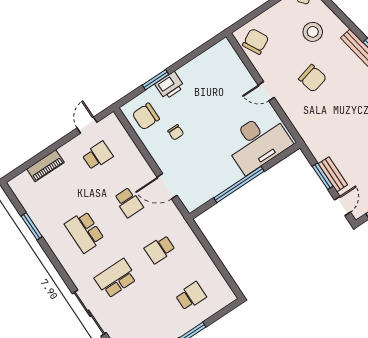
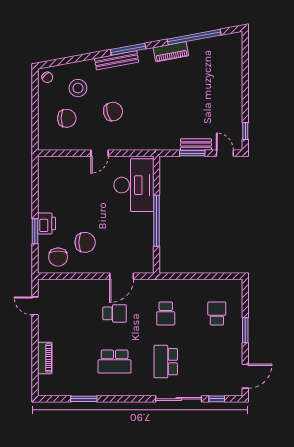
chair: (256, 41) -> (67, 118), moved, turned 118
chair: (176, 132) -> (85, 242), width x1.87, depth x1.87
school desk: (98, 156) -> (63, 313), removed

